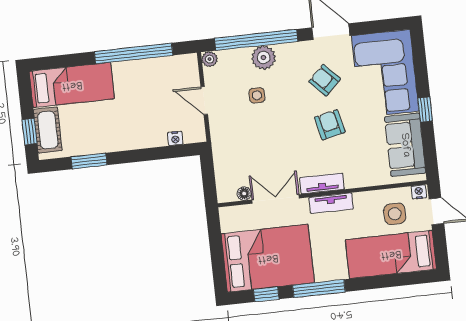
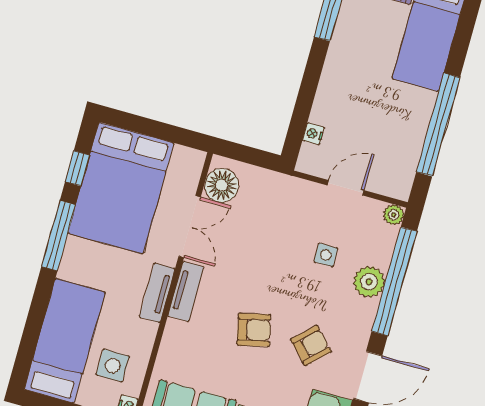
floor lamp: (244, 194) -> (222, 185), width x1.89, depth x1.89

